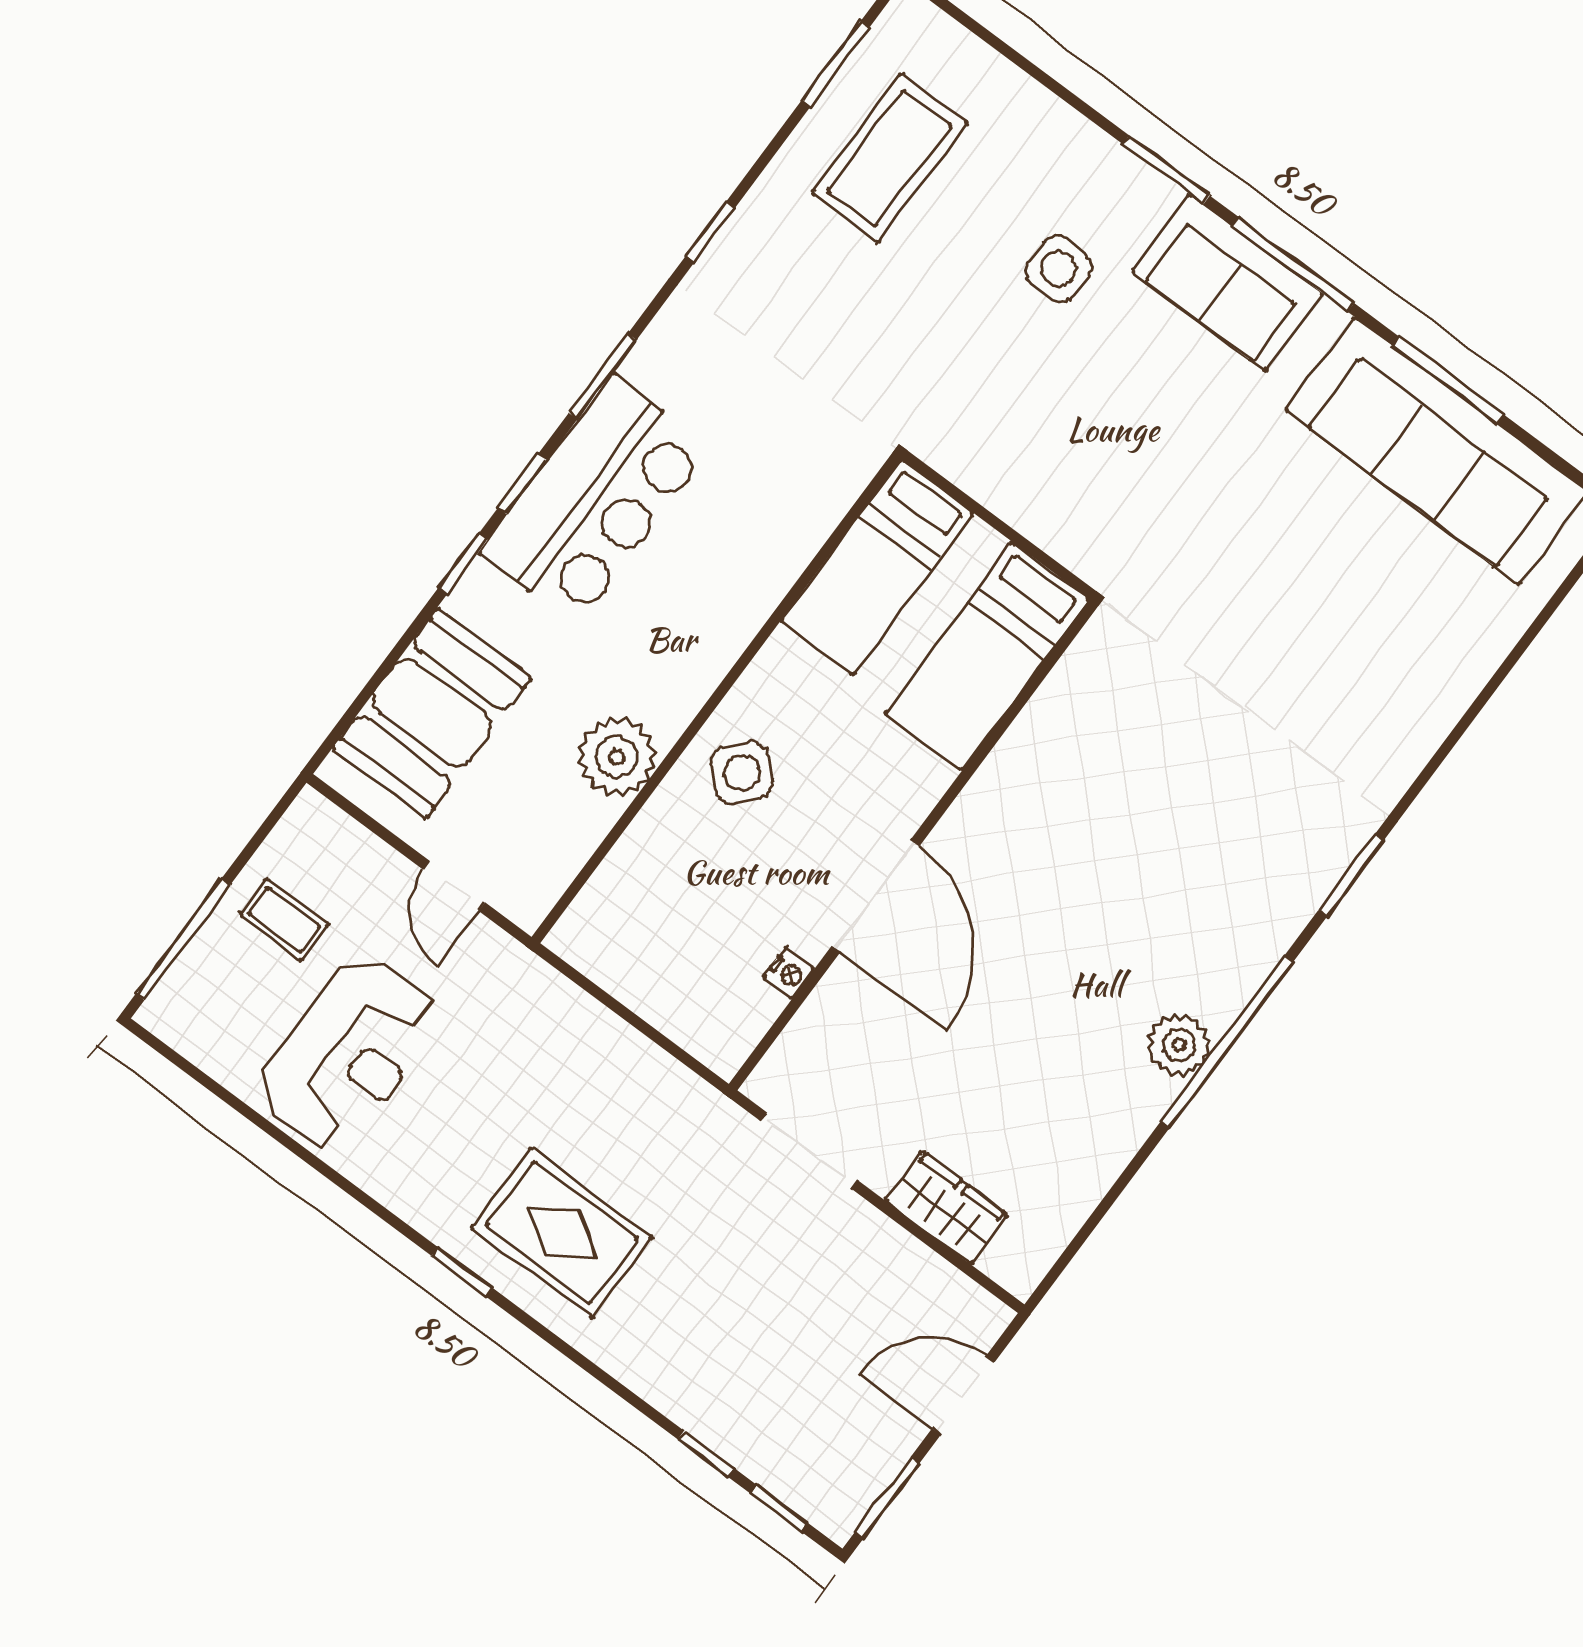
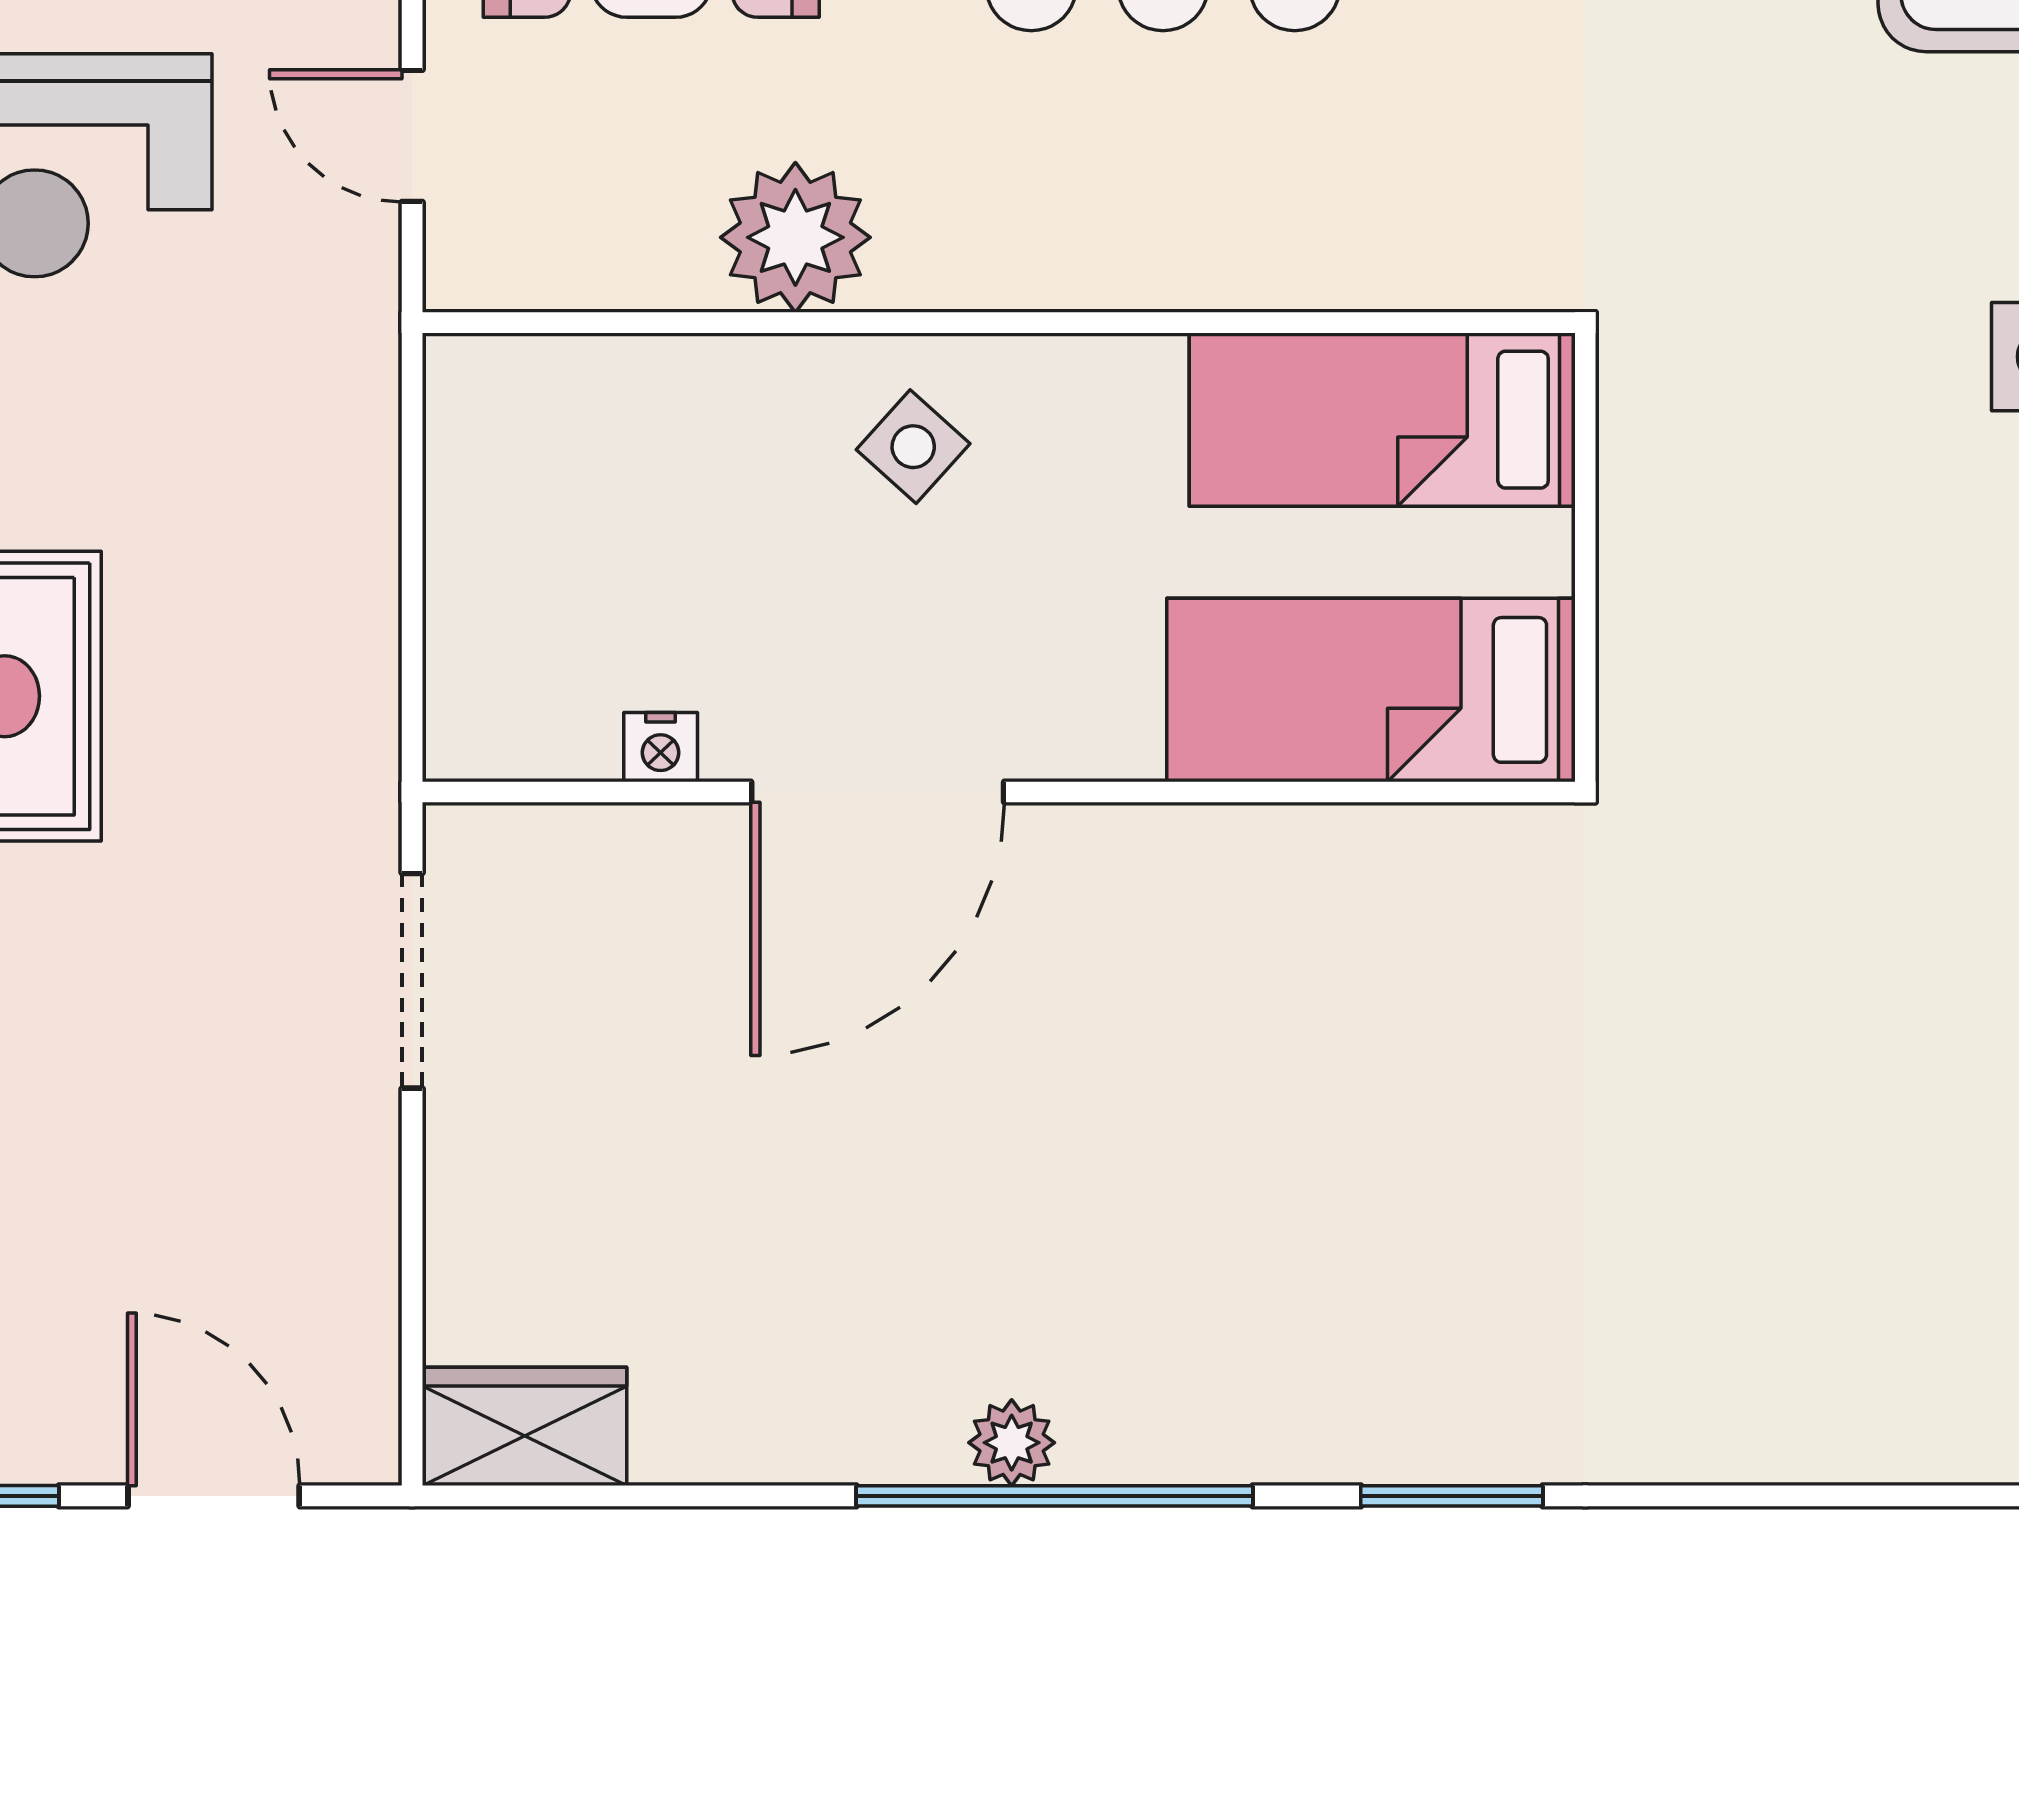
side table: (742, 773) -> (913, 447), width x0.73, depth x0.73
door: (454, 886) -> (412, 136), hinge flipped
plant: (1179, 1045) -> (1012, 1443), width x0.73, depth x0.73
wardrobe: (946, 1207) -> (524, 1426), moved, turned -90

